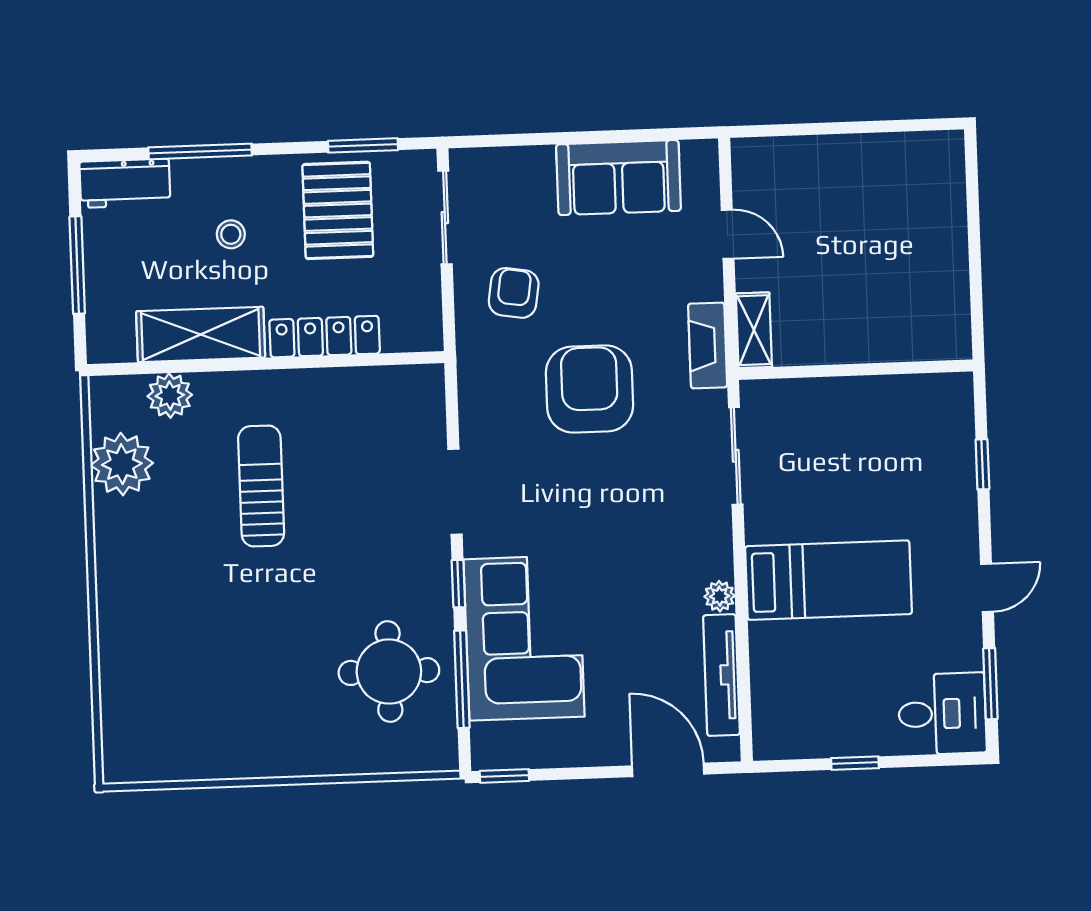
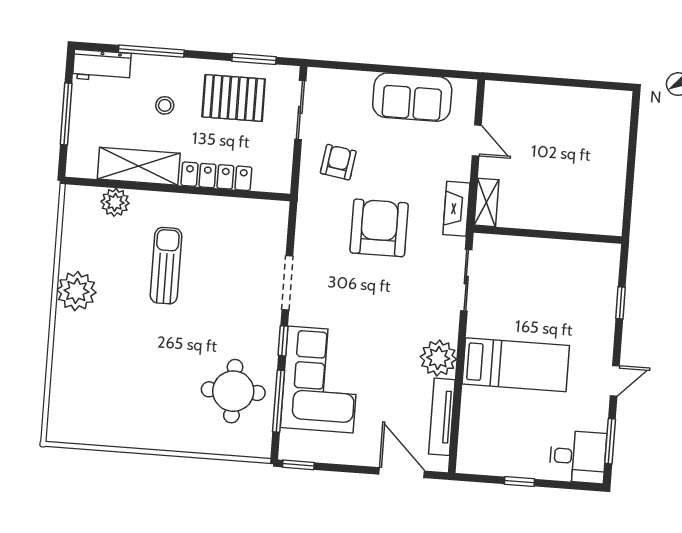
pallet: (338, 210) -> (234, 98), turned 90
plant: (122, 464) -> (76, 291), moved
plant: (720, 596) -> (438, 358), width x1.88, depth x1.88

